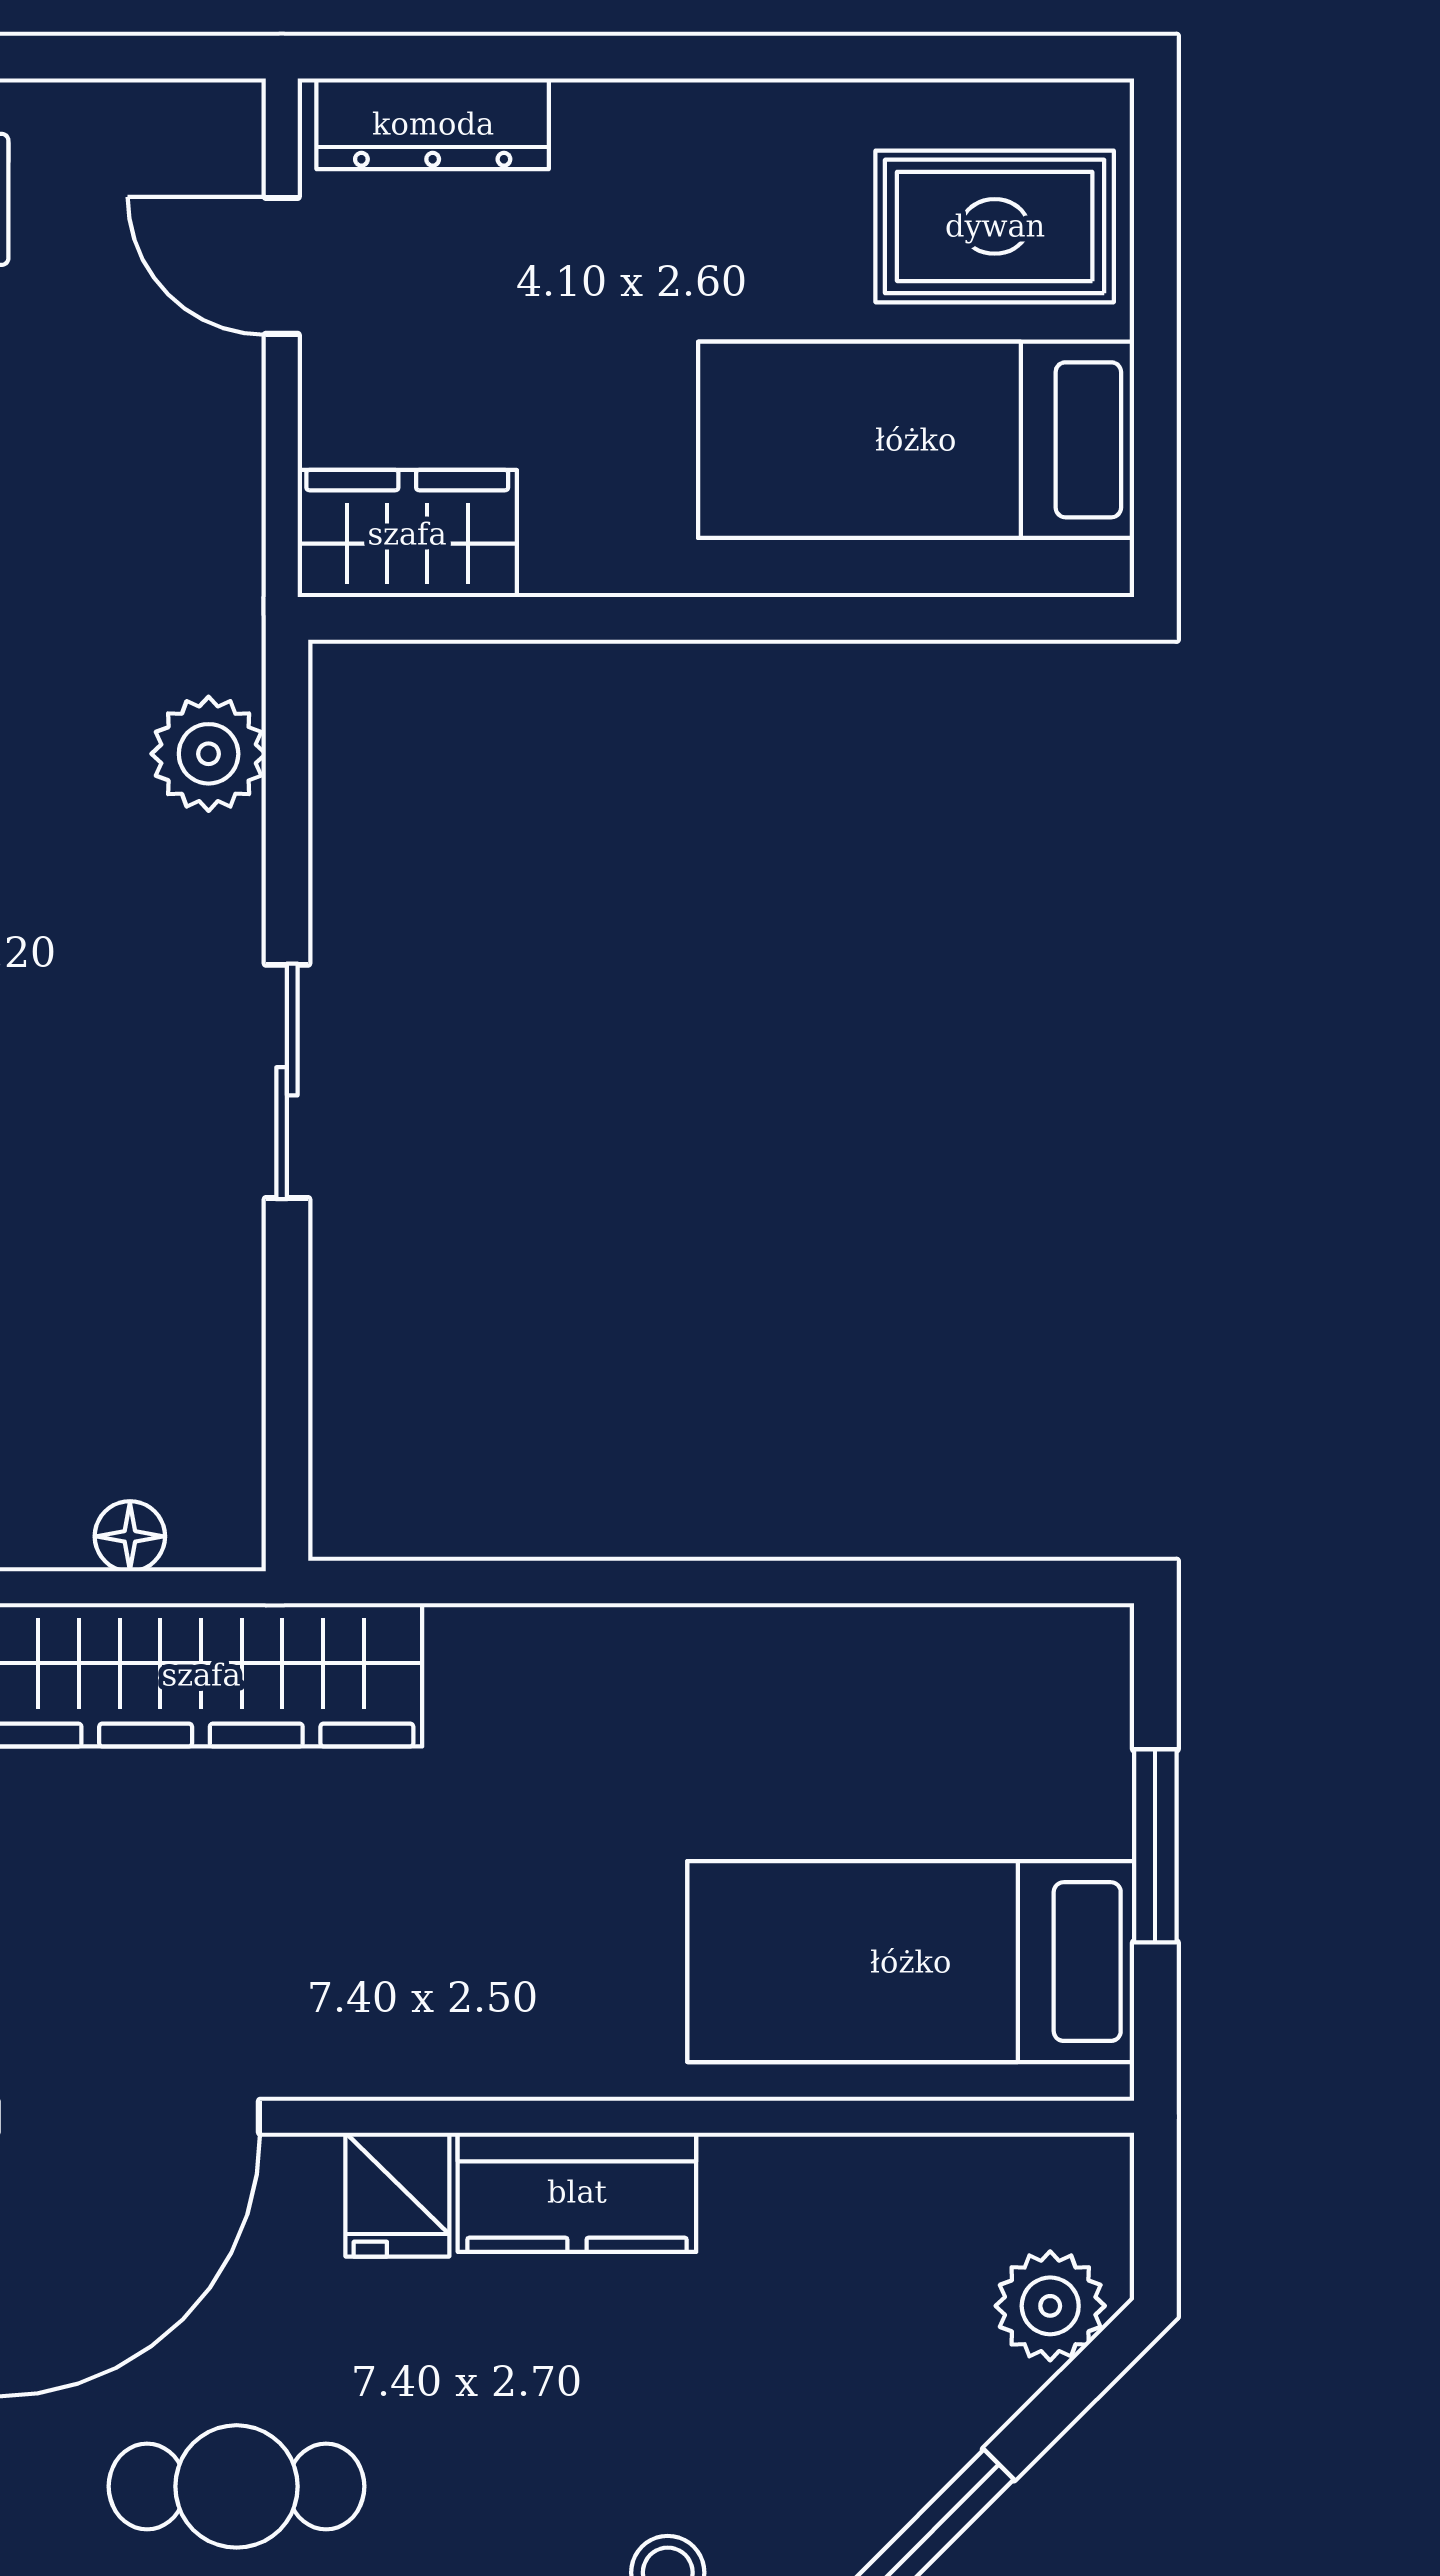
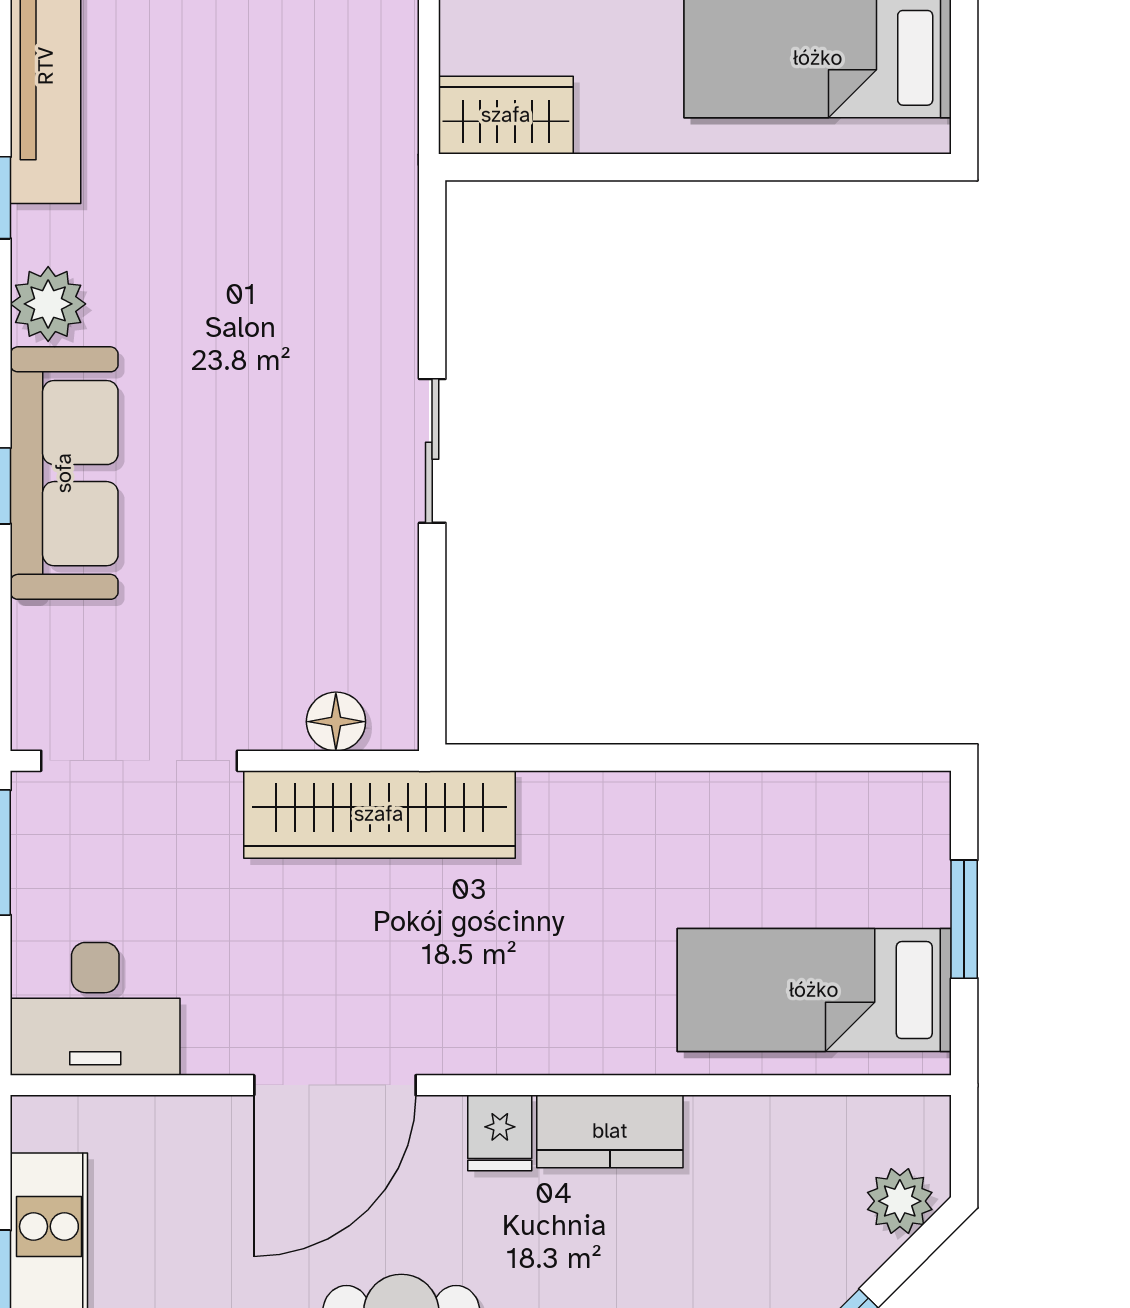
plant: (209, 754) -> (384, 250), removed
floor lamp: (130, 1536) -> (336, 722), width x1.37, depth x1.37

